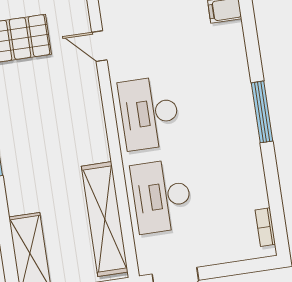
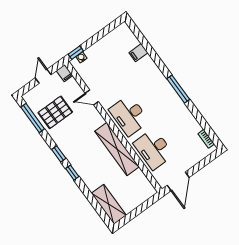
shelving: (105, 219) -> (117, 149), moved

